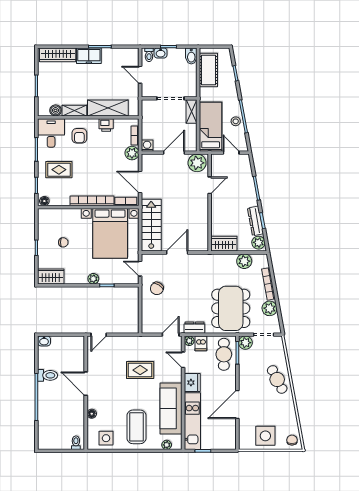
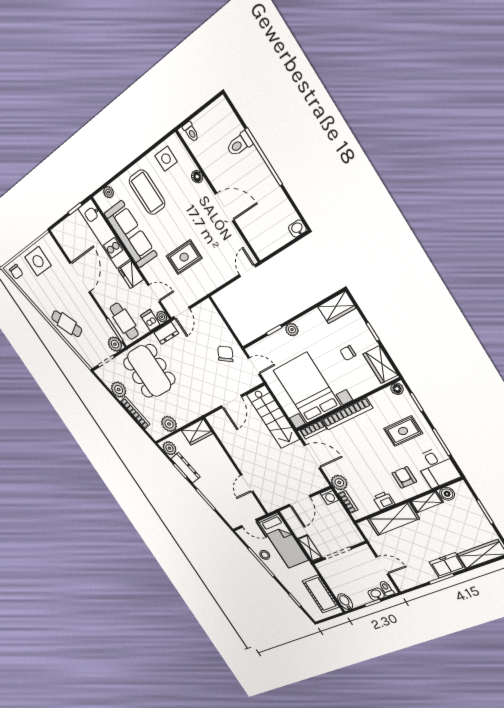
plant: (197, 163) -> (272, 500), removed
wardrobe: (45, 223) -> (380, 365), added
toilet: (48, 375) -> (239, 144), moved

